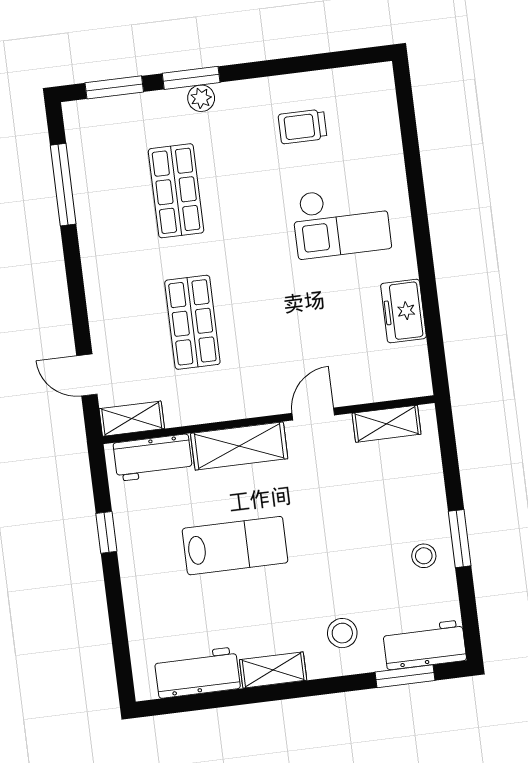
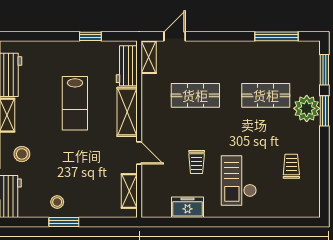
plant: (201, 98) -> (307, 108), width x1.87, depth x1.87
trolley: (317, 305) -> (197, 162), added

